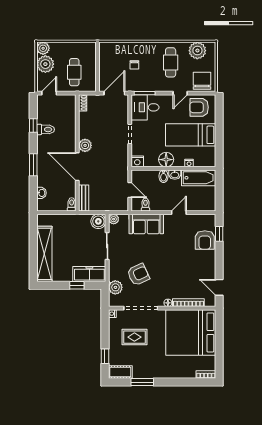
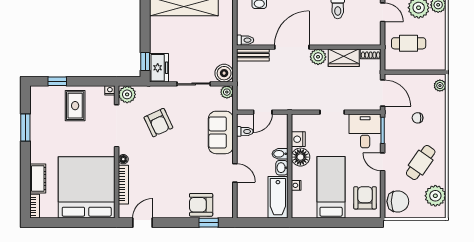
plant: (108, 47) -> (440, 86), added
cafe table: (171, 62) -> (421, 163), turned -55
door: (180, 93) -> (383, 162), moved
wardrobe: (86, 125) -> (344, 58), added
nightstand: (137, 161) -> (298, 139), moved
freezer: (89, 274) -> (159, 68), width x0.71
window: (77, 285) -> (145, 61), moved
plant: (115, 287) -> (127, 94), moved
rug: (134, 337) -> (75, 106), moved
cot: (120, 372) -> (38, 178), moved

